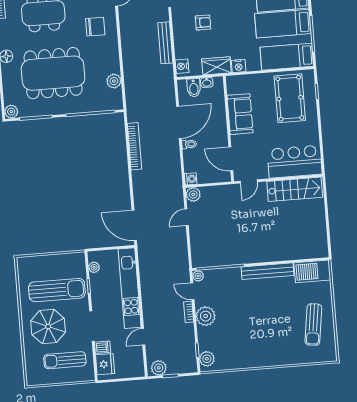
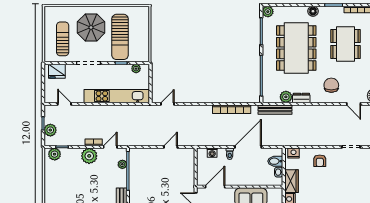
armchair: (203, 23) -> (320, 161), moved
chair: (95, 27) -> (331, 85), turned 180
bench: (165, 43) -> (275, 110), moved
dresser: (114, 62) -> (301, 98), added
door: (179, 122) -> (248, 147), swing flipped
washing machine: (191, 179) -> (212, 153), moved
plant: (193, 194) -> (189, 154), removed
door: (187, 217) -> (171, 147), hinge flipped
door: (134, 225) -> (167, 104), width x0.53
plant: (198, 276) -> (122, 164), moved
door: (143, 337) -> (64, 104), moved
dishwasher: (103, 347) -> (71, 70), removed
plant: (159, 368) -> (50, 130), moved

